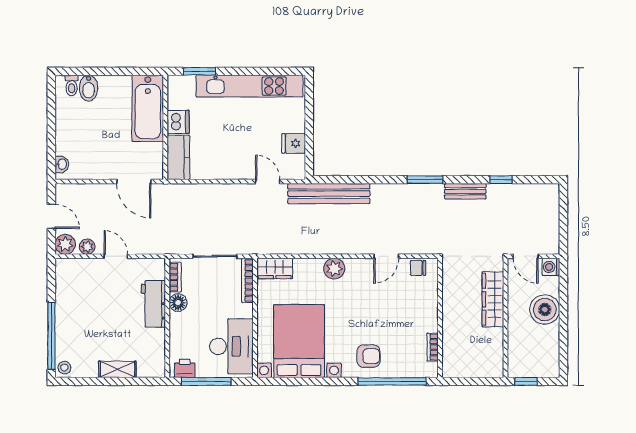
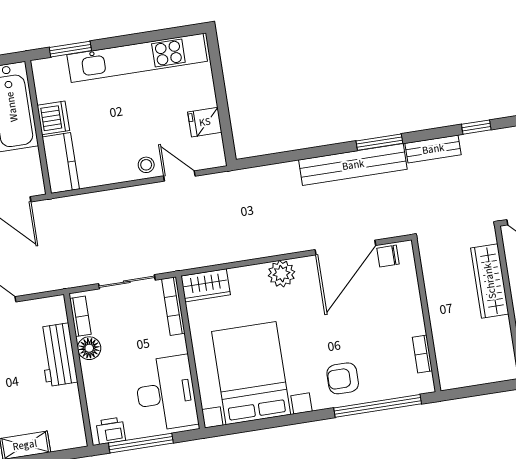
stool: (244, 169) -> (146, 165), added
bench: (329, 194) -> (353, 165), moved
door: (386, 256) -> (345, 248), width x1.87
armchair: (369, 356) -> (343, 378), turned 180

